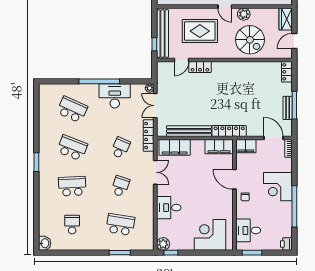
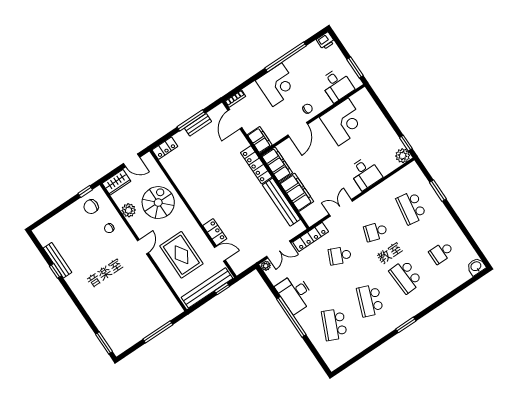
plant: (244, 14) -> (129, 210), moved
filing cabinet: (175, 147) -> (297, 192), moved
corner desk: (210, 235) -> (343, 122), moved, turned -90

